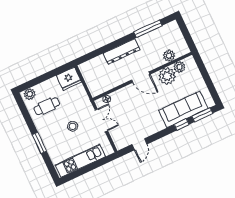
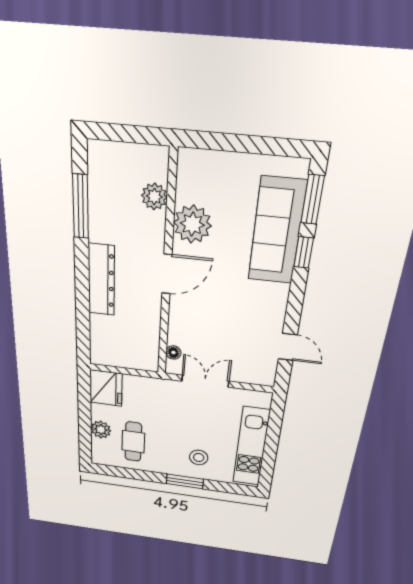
plant: (179, 67) -> (188, 189), removed
plant: (30, 94) -> (101, 430), moved
stool: (73, 126) -> (199, 457), moved

